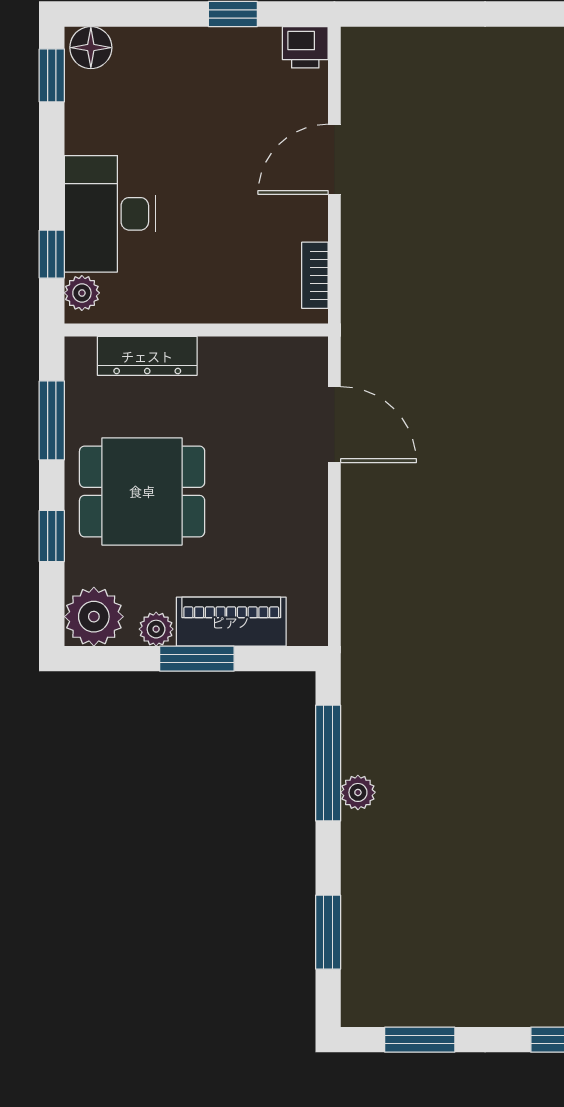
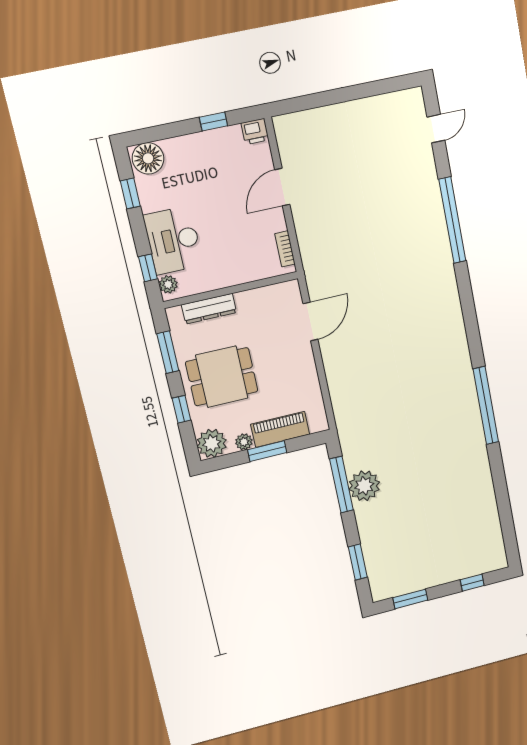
floor lamp: (91, 48) -> (148, 158), width x1.38, depth x1.38
window: (52, 75) -> (130, 193), moved
door: (334, 425) -> (310, 322), hinge flipped
plant: (358, 792) -> (364, 486), width x1.88, depth x1.88

